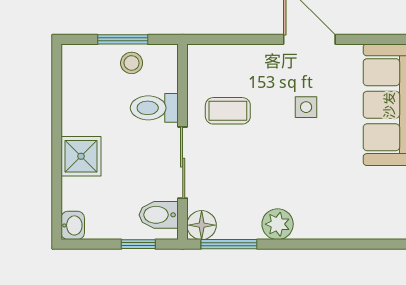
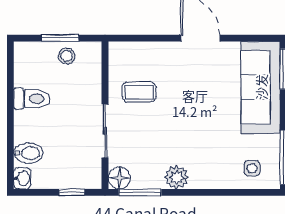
side table: (306, 107) -> (252, 168), moved
toilet: (154, 108) -> (32, 99), moved, turned 180
shower: (81, 156) -> (29, 126), removed
bidet: (159, 215) -> (28, 153), moved, turned 180

